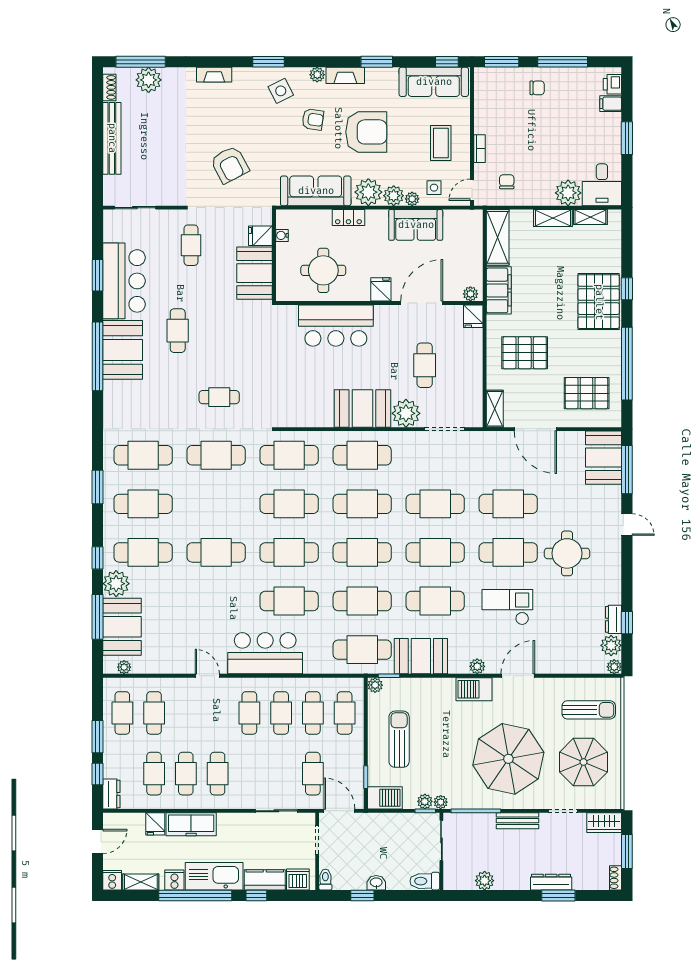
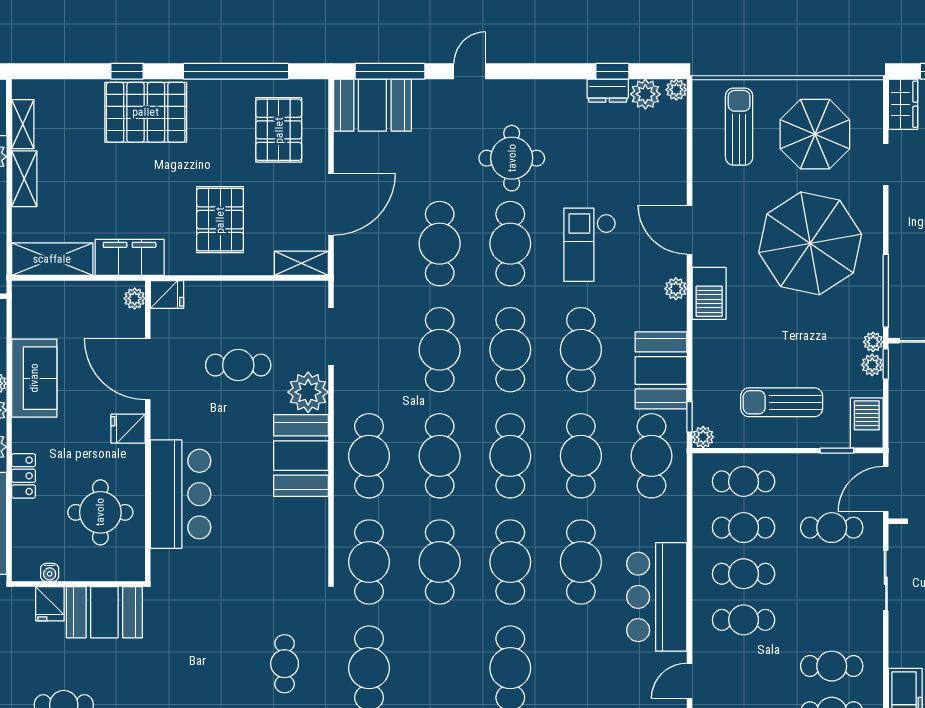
bench: (517, 821) -> (900, 230), removed

